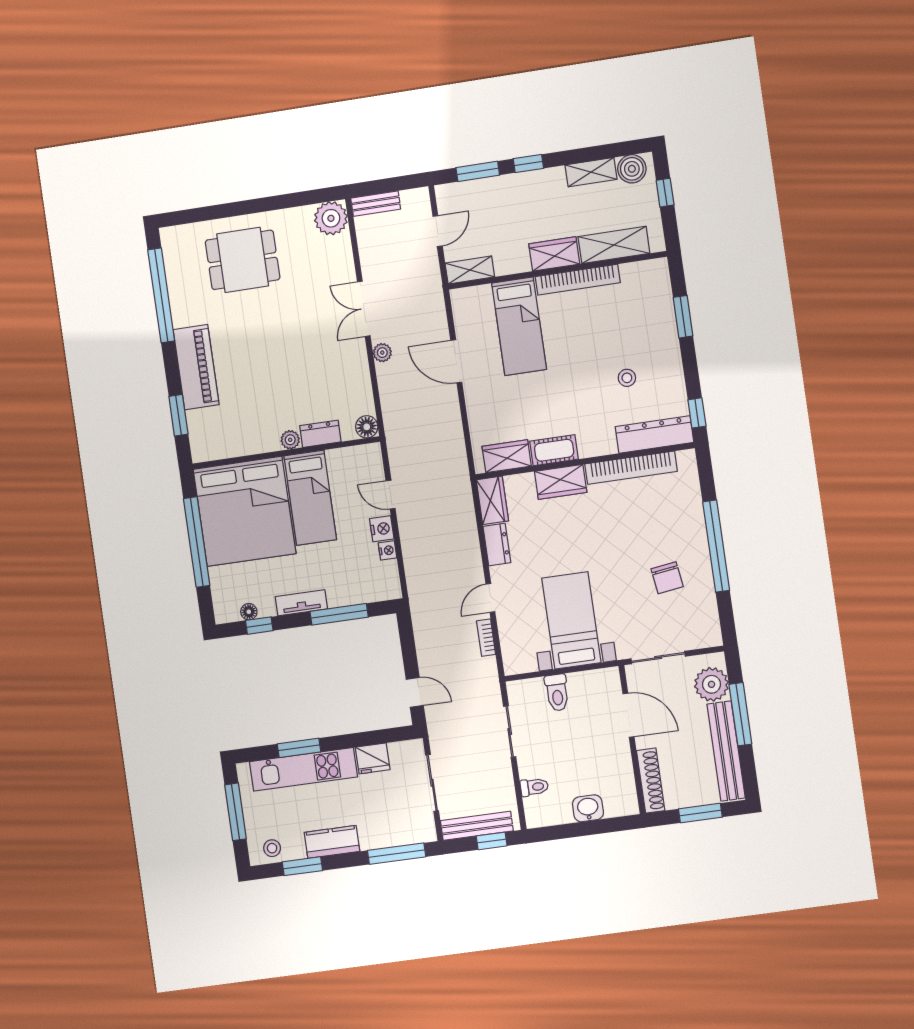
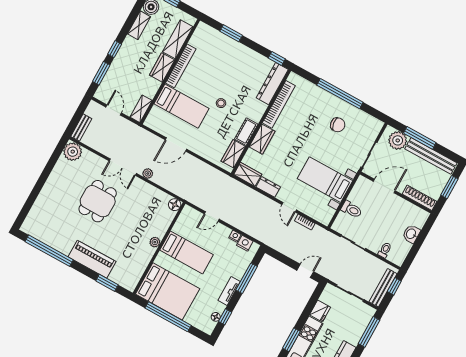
dining table: (243, 260) -> (98, 201), moved
stool: (627, 378) -> (221, 103), moved
dresser: (320, 434) -> (162, 227), removed
bed: (245, 511) -> (168, 291), width x0.73
nightstand: (382, 529) -> (245, 243), moved

